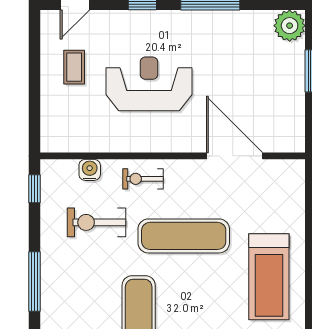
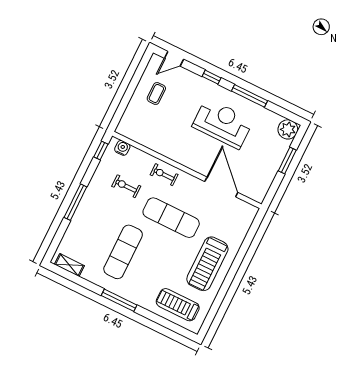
reception desk: (149, 84) -> (223, 123), moved
water cooler: (90, 170) -> (122, 148), moved
exercise bike: (97, 222) -> (126, 186), width x0.73, depth x0.72

